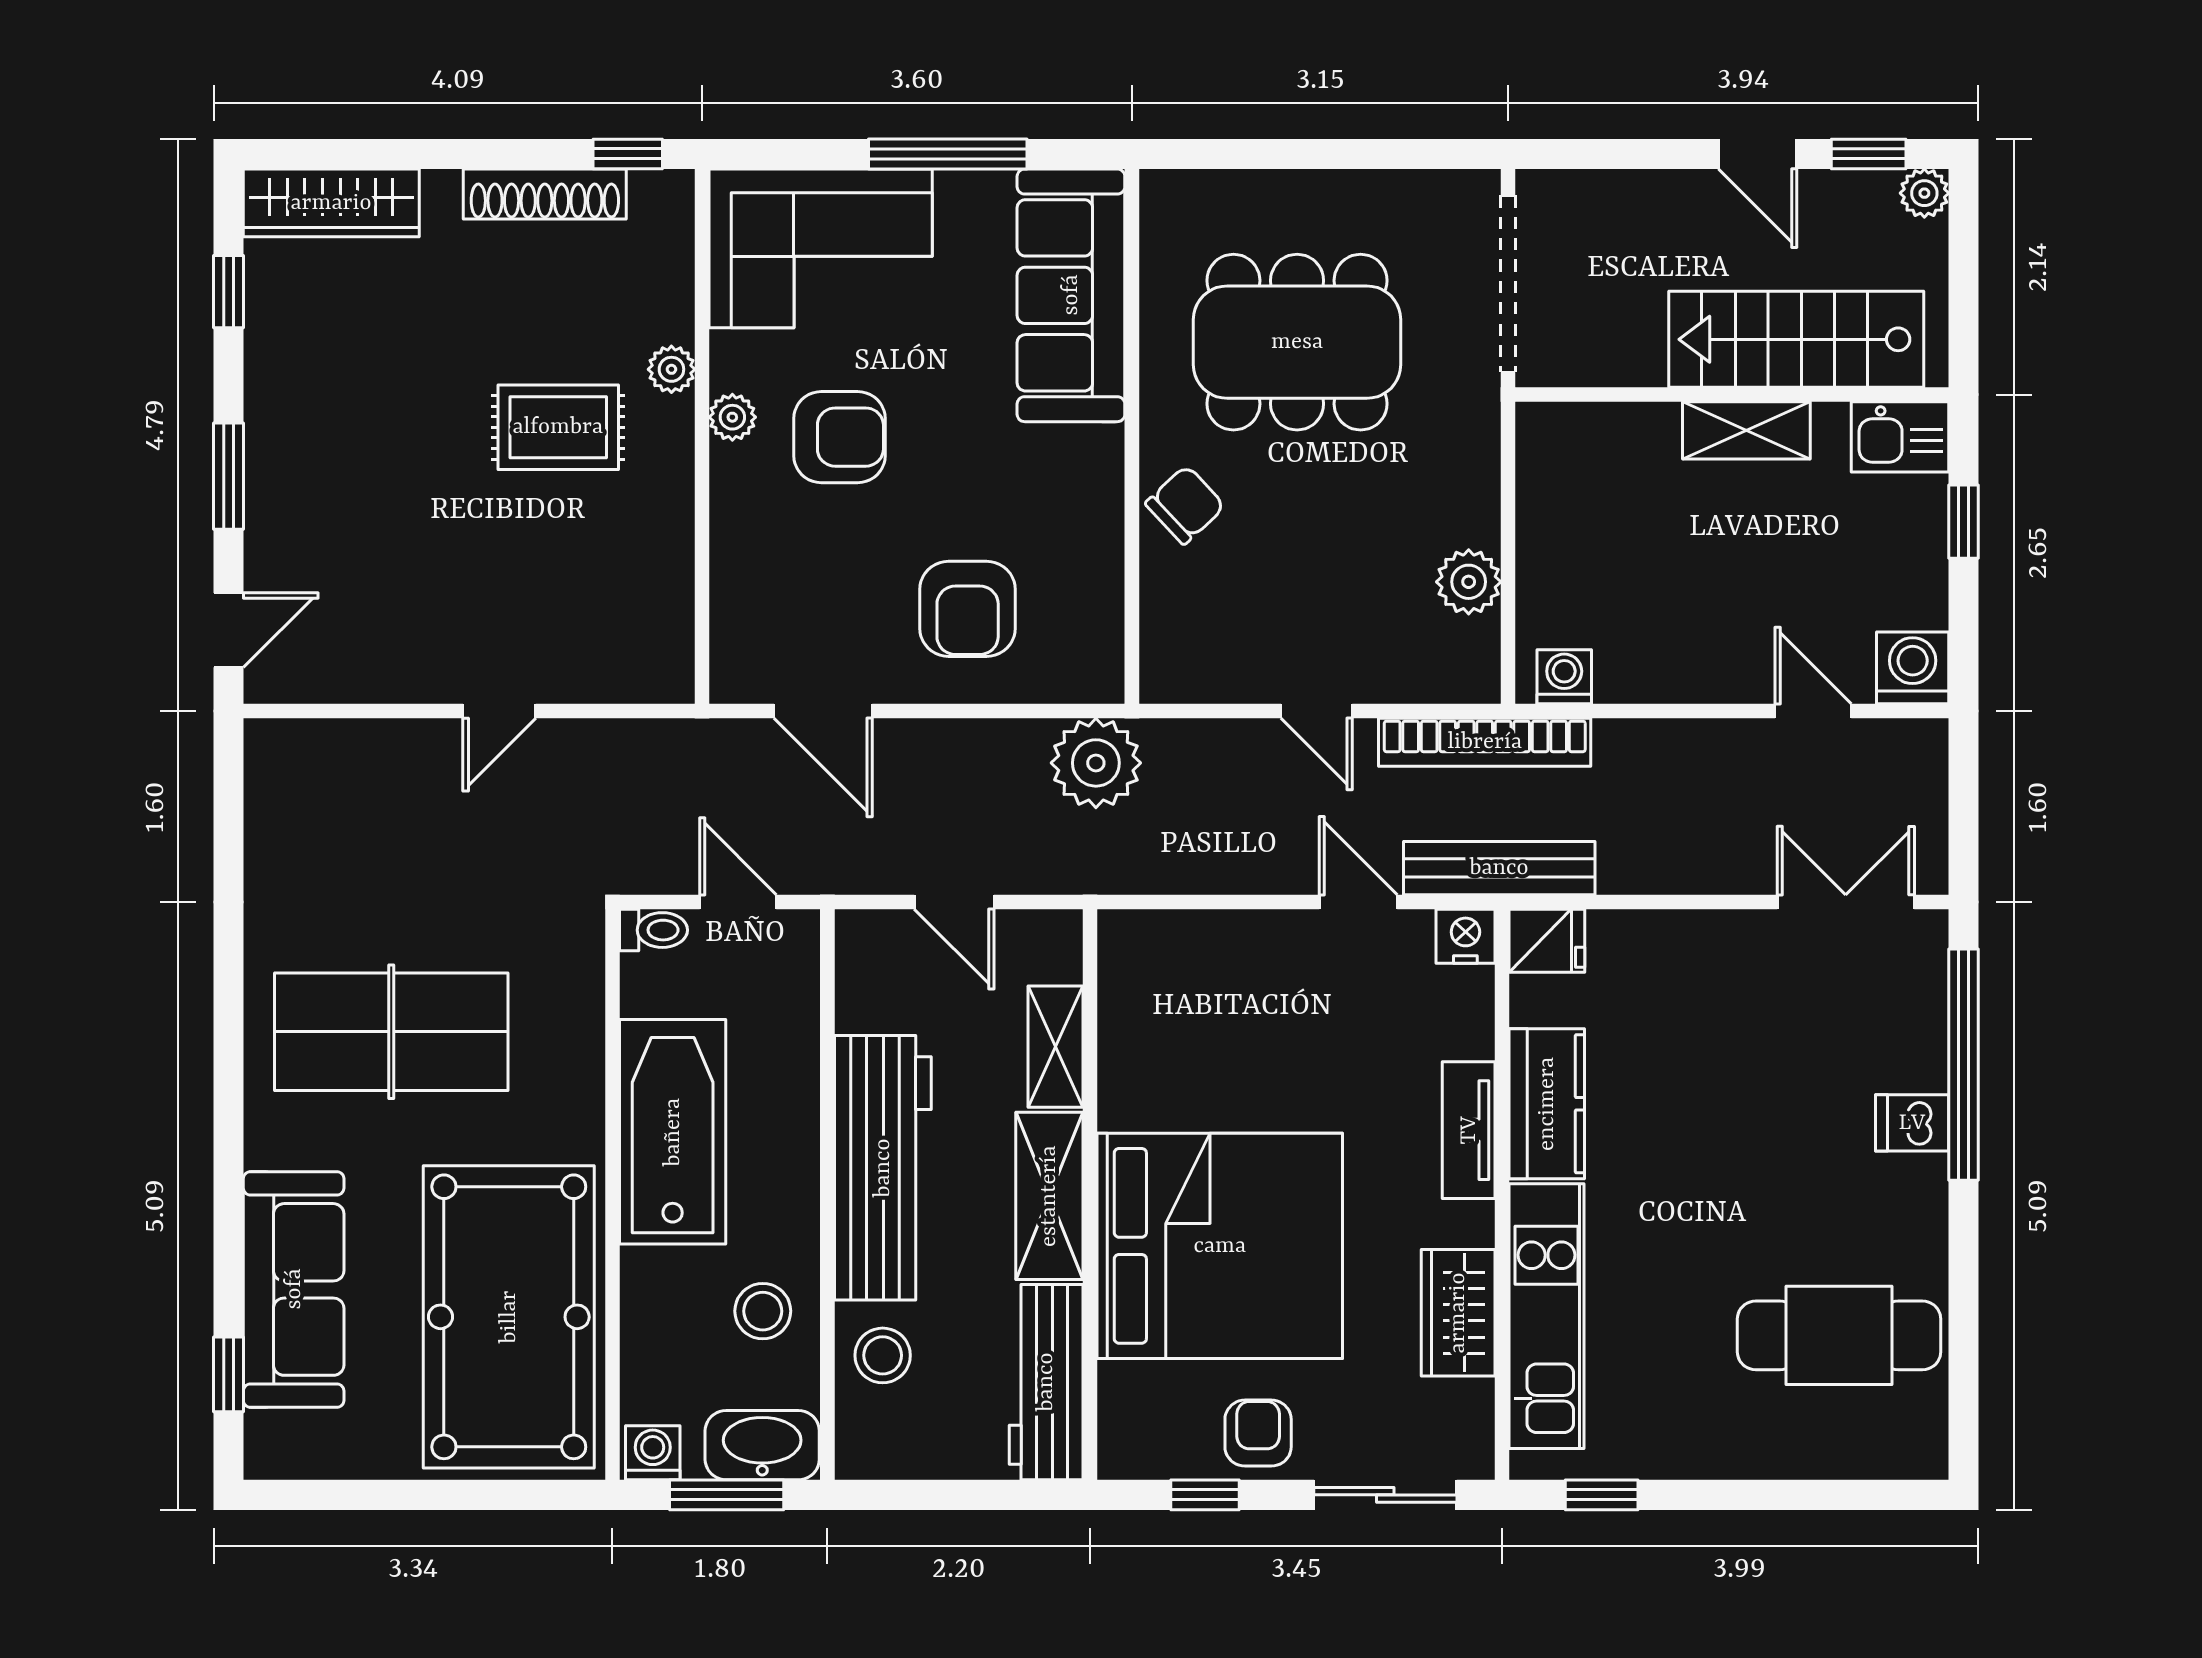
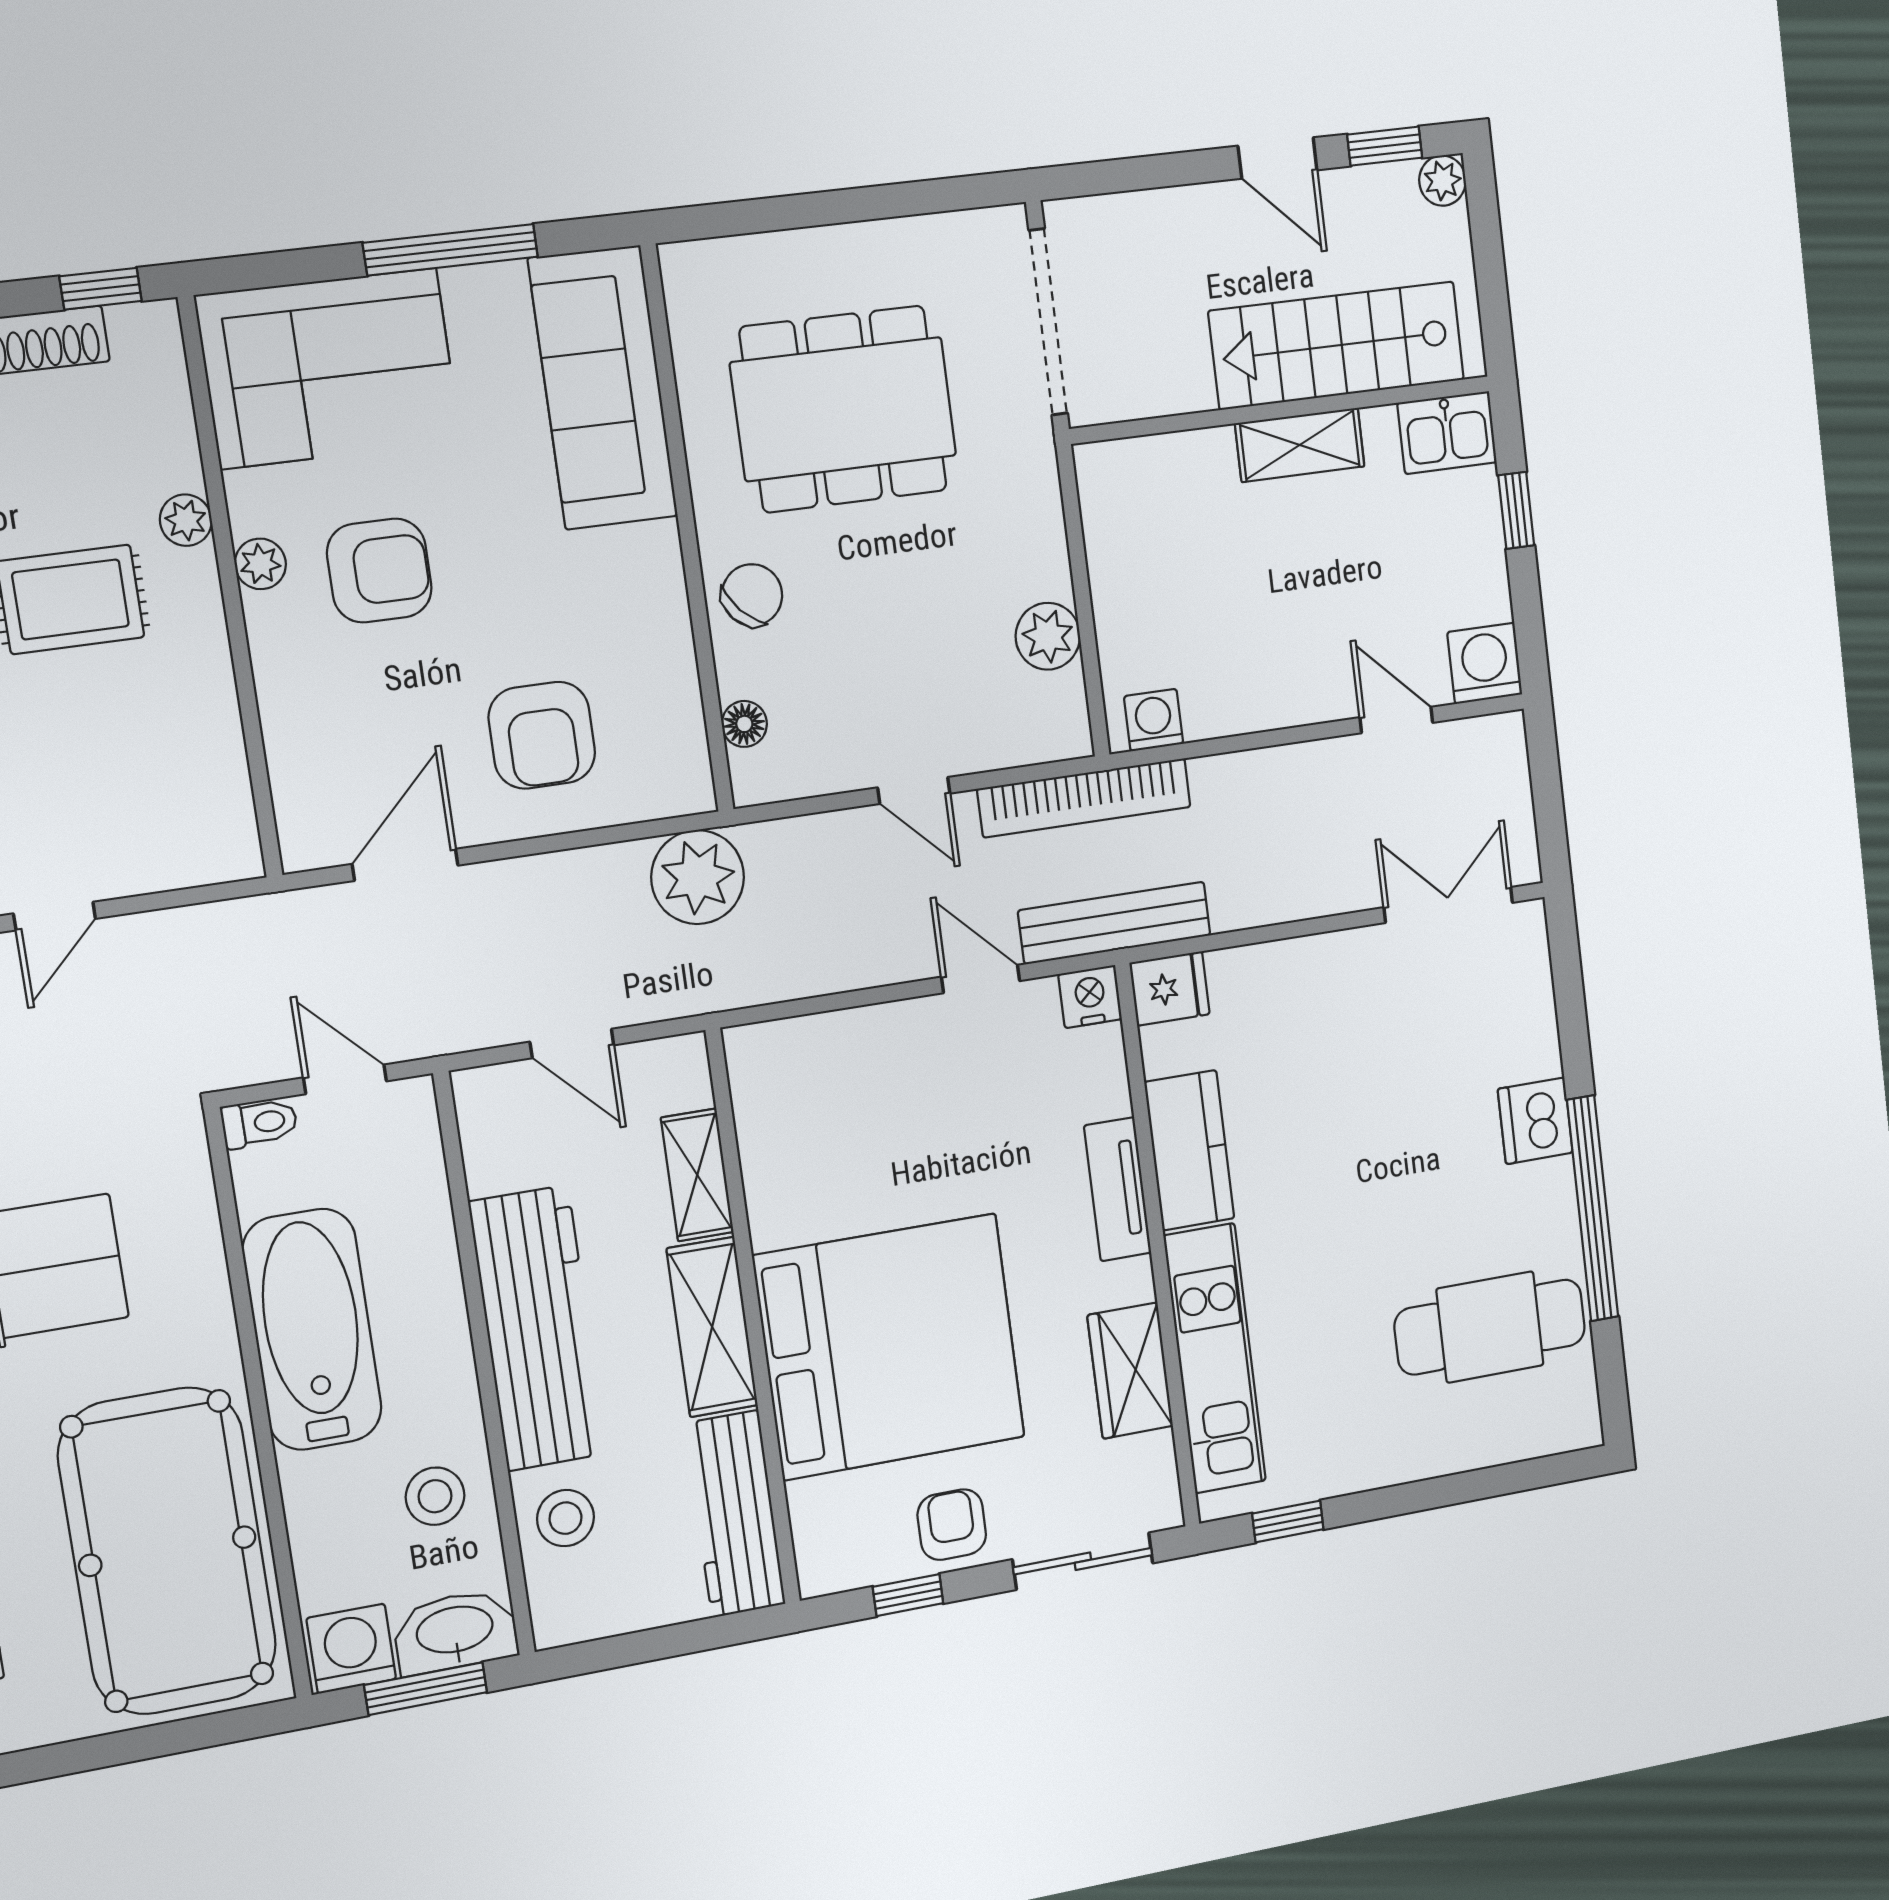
floor lamp: (1161, 625) -> (744, 724), added
door: (823, 711) -> (405, 865), swing flipped
window: (1964, 1065) -> (1593, 1208), moved
dishwasher: (1912, 1123) -> (1535, 1121), width x1.38
washing machine: (653, 1453) -> (351, 1649), width x1.38, depth x1.38

